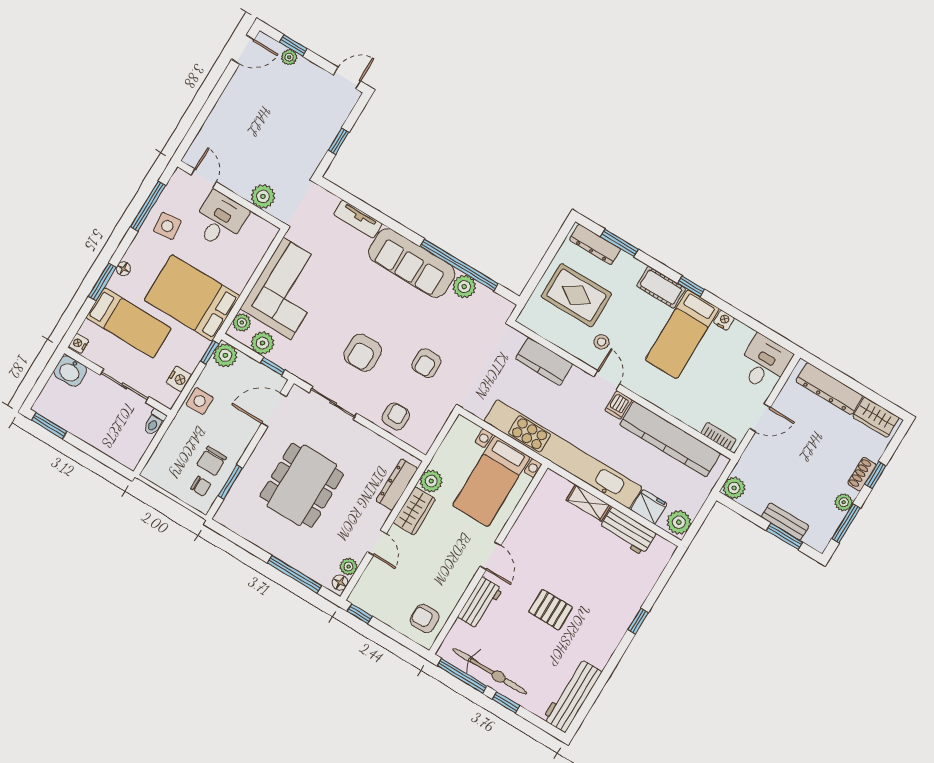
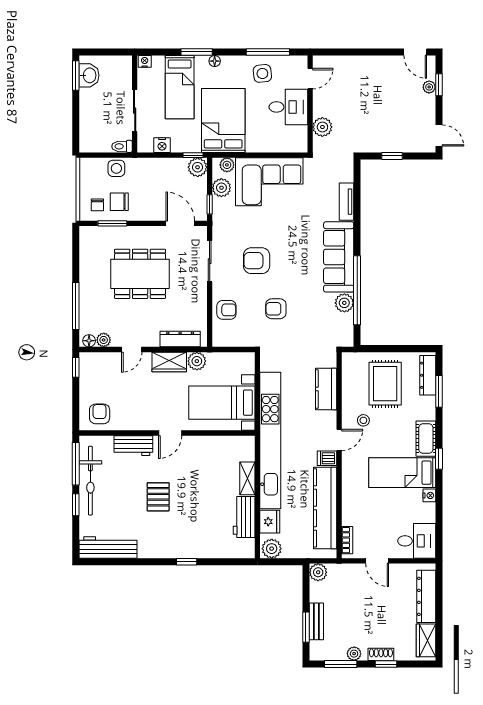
washbasin: (70, 371) -> (89, 75), moved, turned 180
side table: (200, 401) -> (116, 168), moved

